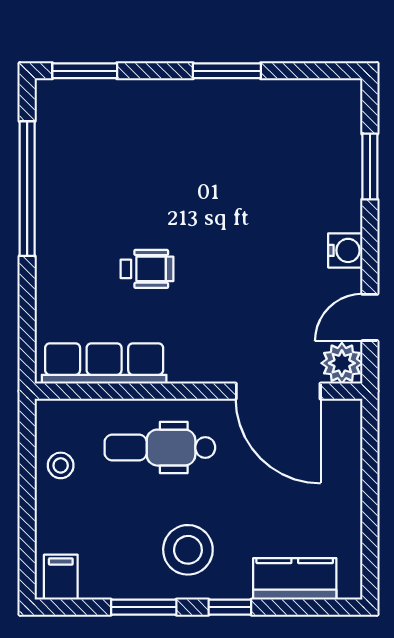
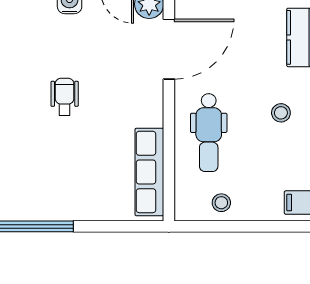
wheelchair: (147, 269) -> (65, 97), moved
stool: (188, 550) -> (281, 113), width x0.53, depth x0.53

